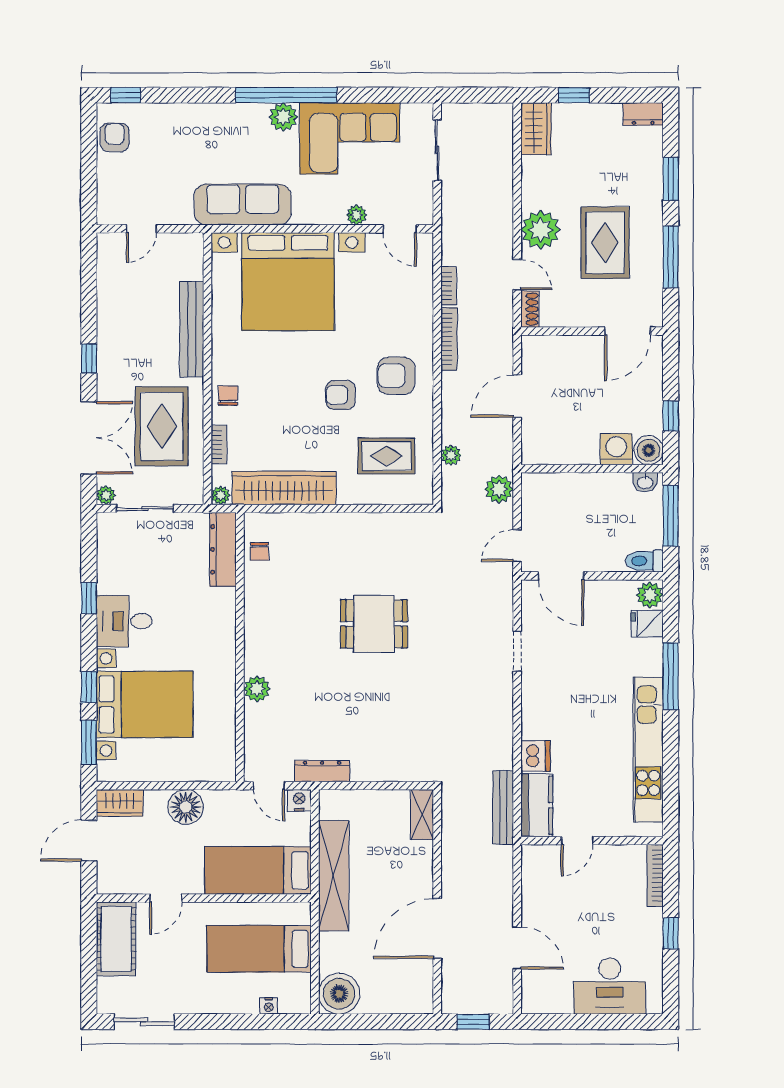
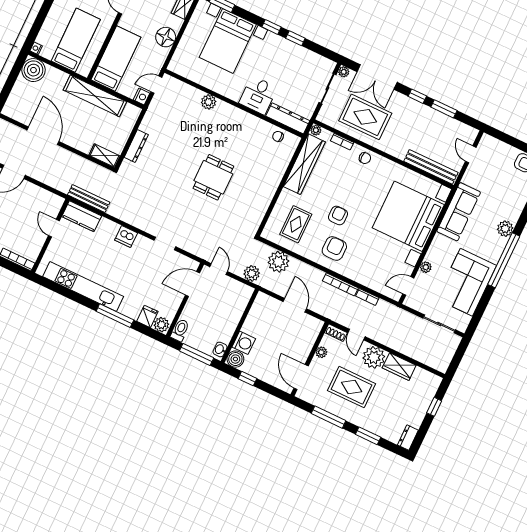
plant: (283, 117) -> (505, 229), moved
wardrobe: (536, 129) -> (399, 367), moved
door: (517, 275) -> (357, 335), hinge flipped
window: (89, 306) -> (444, 109), added
plant: (572, 317) -> (321, 352), added
bench: (192, 329) -> (431, 167), moved
plant: (451, 455) -> (278, 262), width x1.87, depth x1.87
desk: (124, 621) -> (258, 95), moved, turned 180
window: (89, 687) -> (272, 27), moved
dishwasher: (535, 756) -> (126, 237), moved
dresser: (322, 771) -> (136, 146), moved
nightstand: (269, 1006) -> (36, 48), moved

